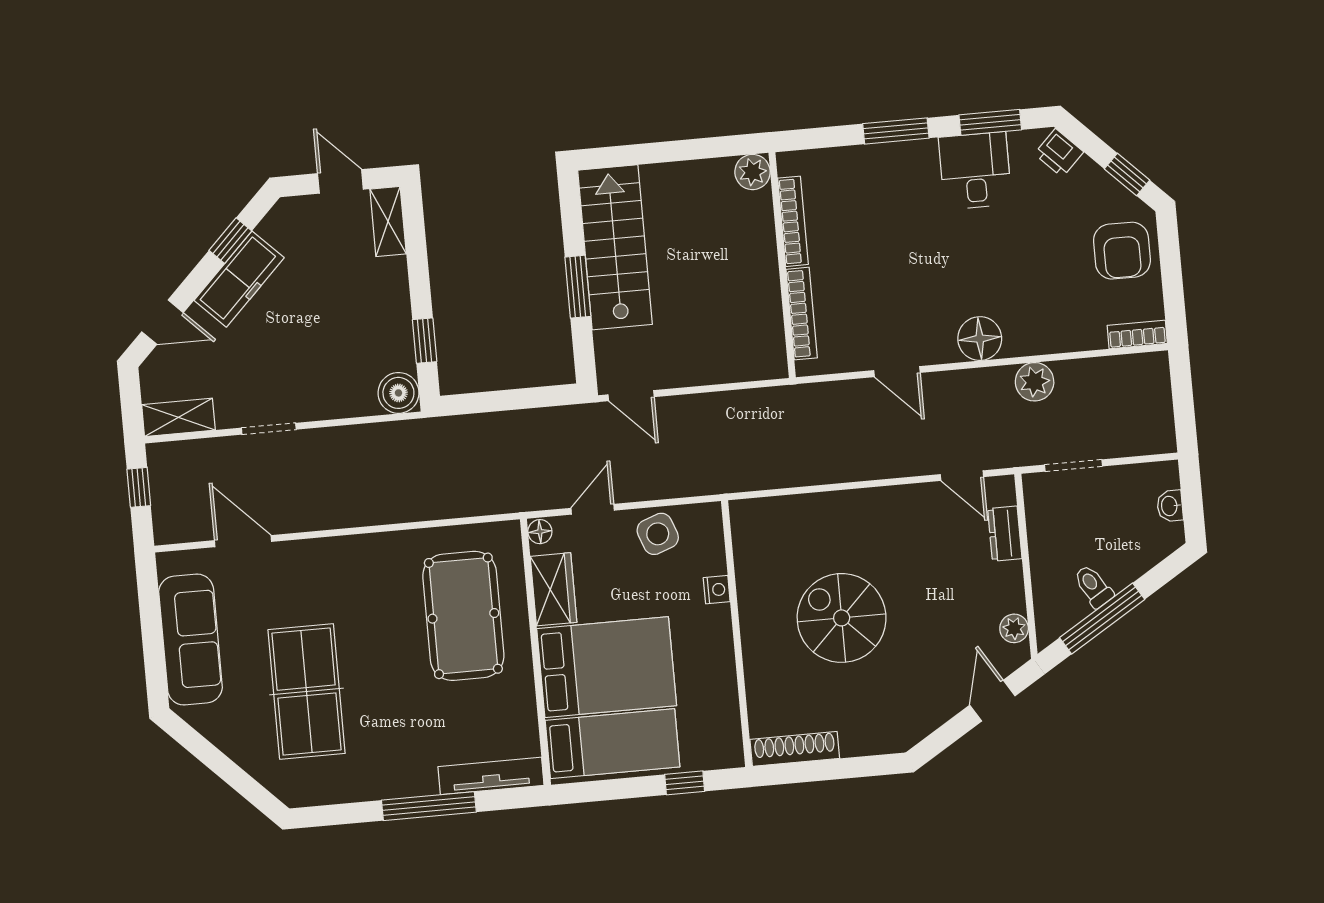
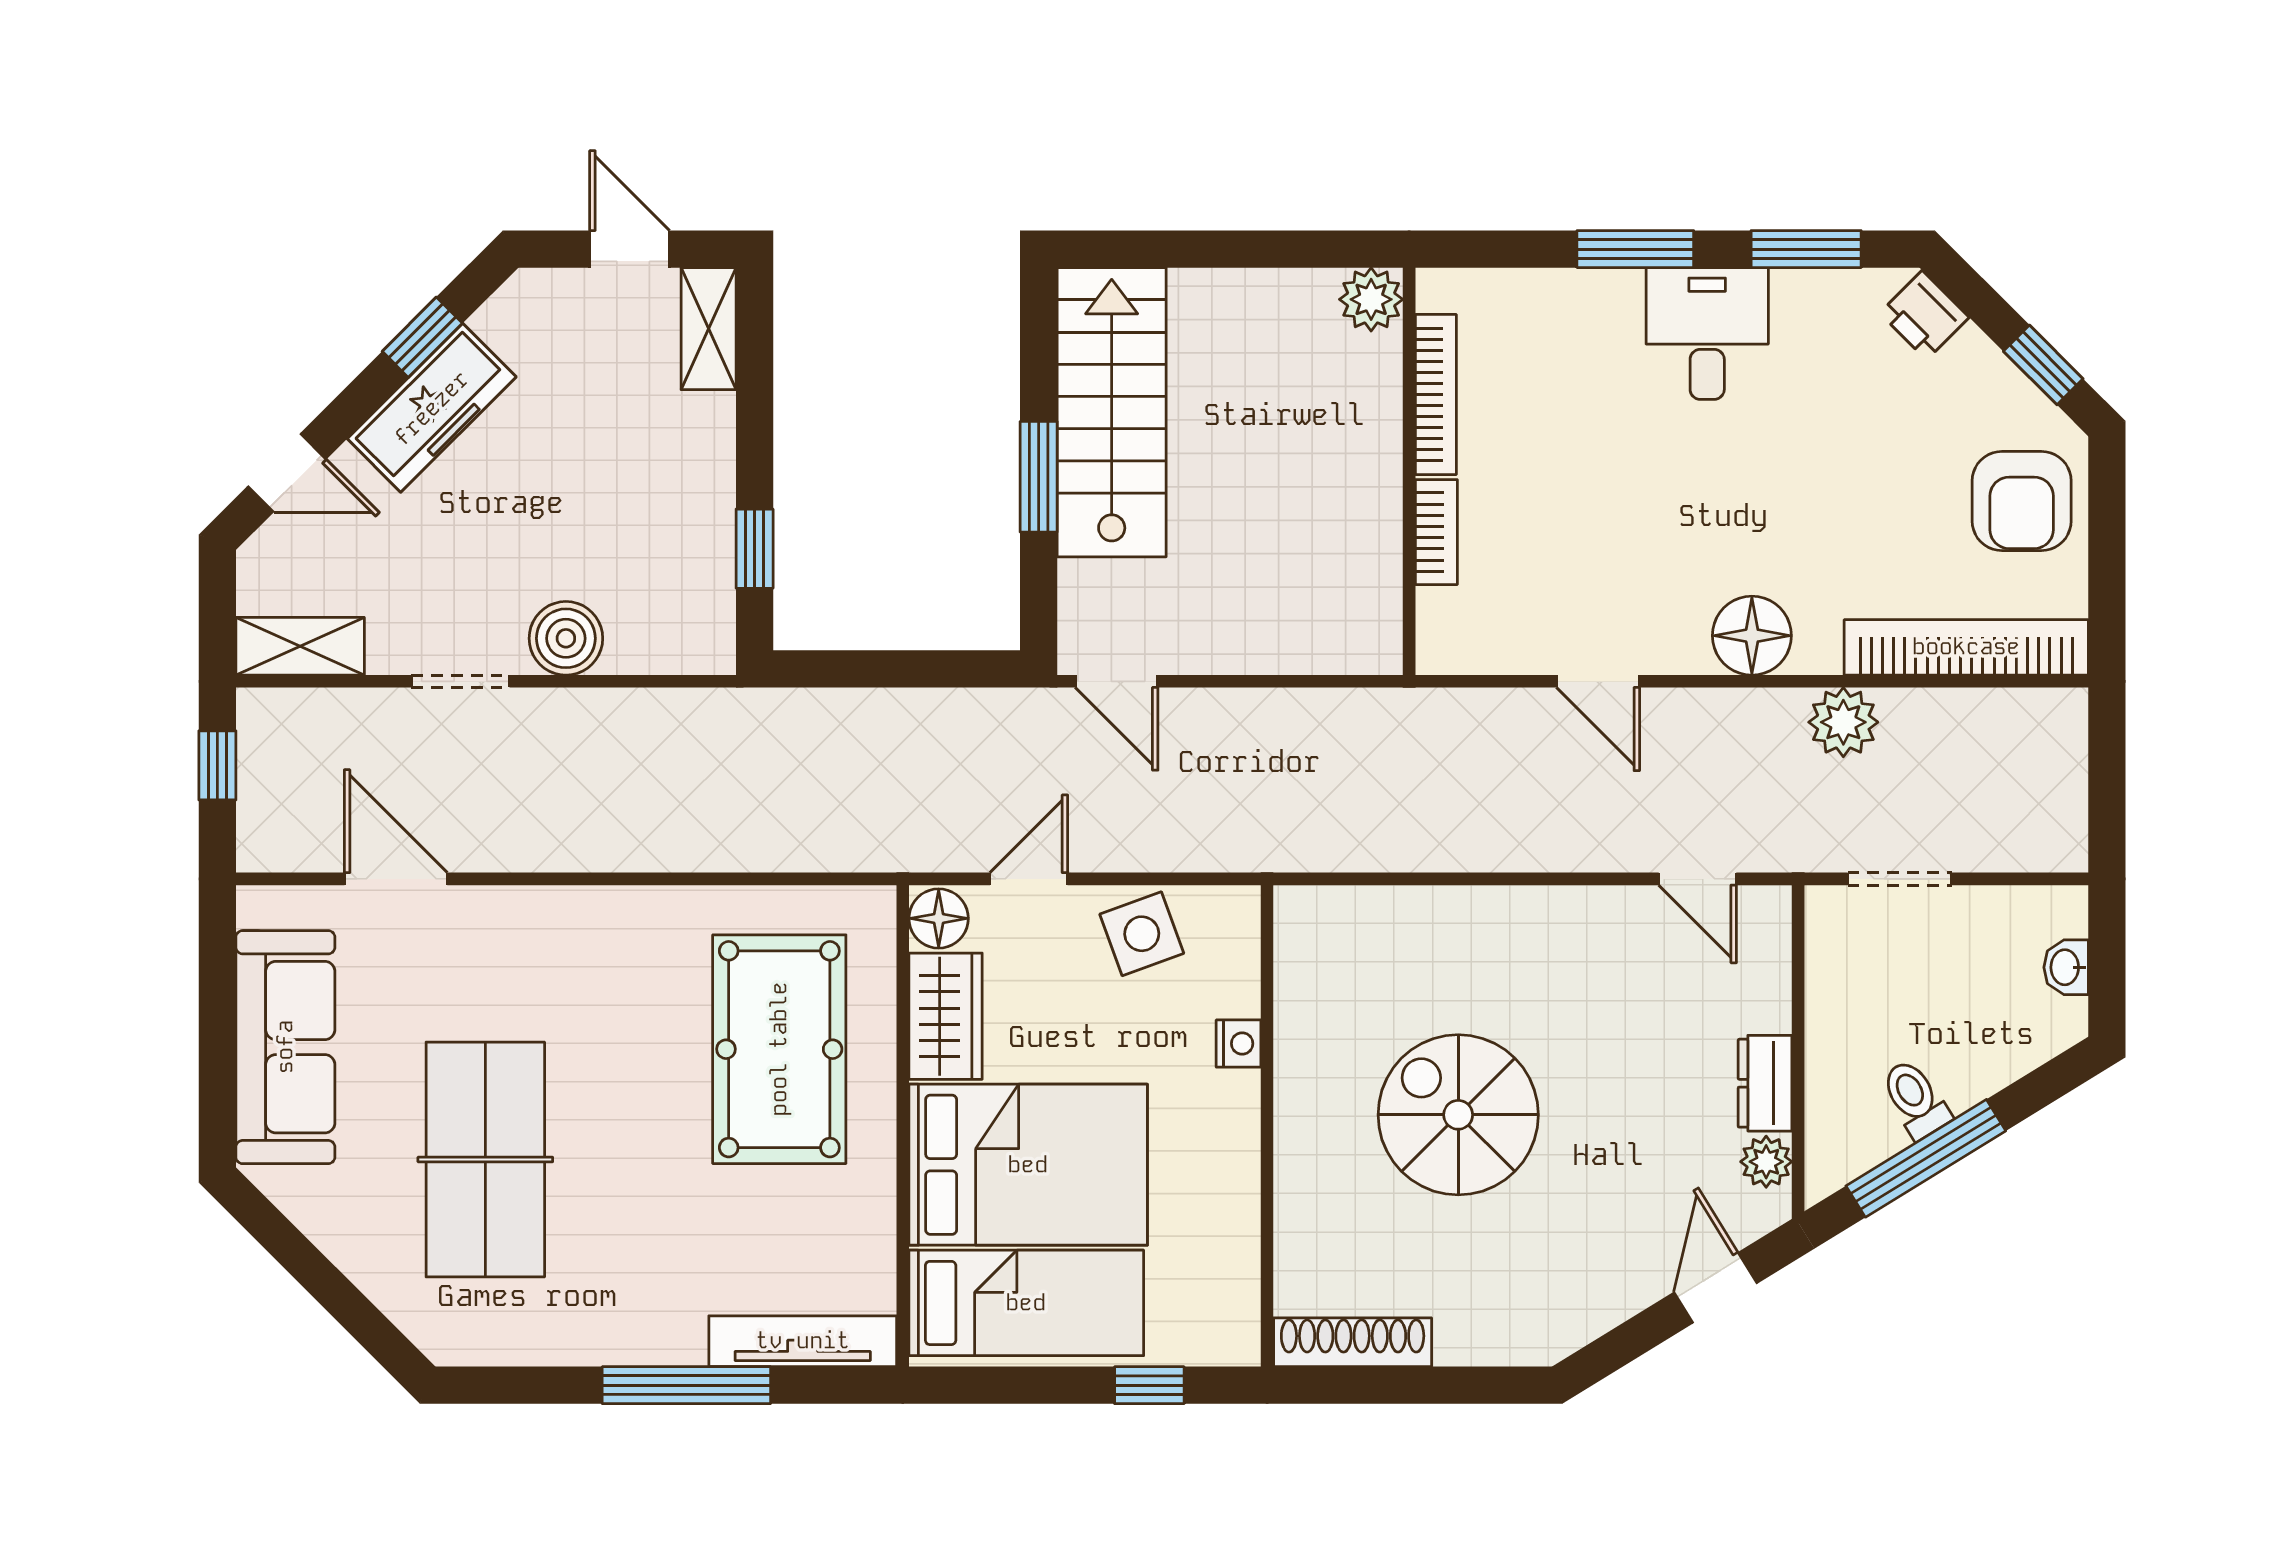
desk: (975, 171) -> (1707, 333), moved
bookcase: (802, 314) -> (1436, 532), width x0.64
bookcase: (1137, 334) -> (1966, 647), width x2.31, depth x1.31
boiler: (398, 393) -> (566, 638), moved
floor lamp: (540, 532) -> (939, 918), width x1.37, depth x1.37
dresser: (1005, 534) -> (1765, 1083), moved

